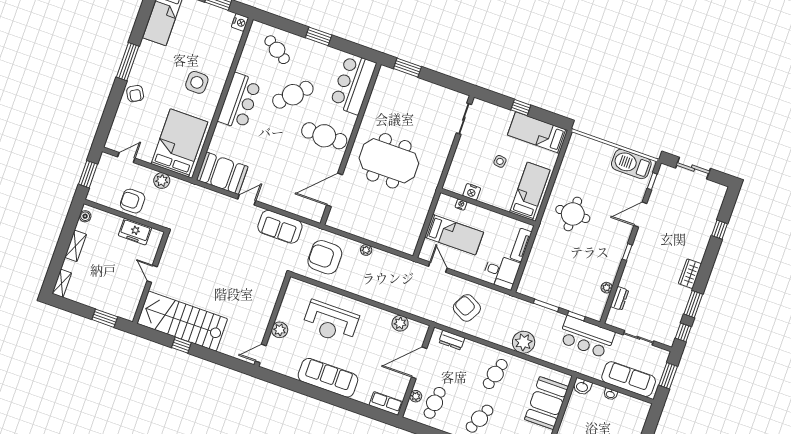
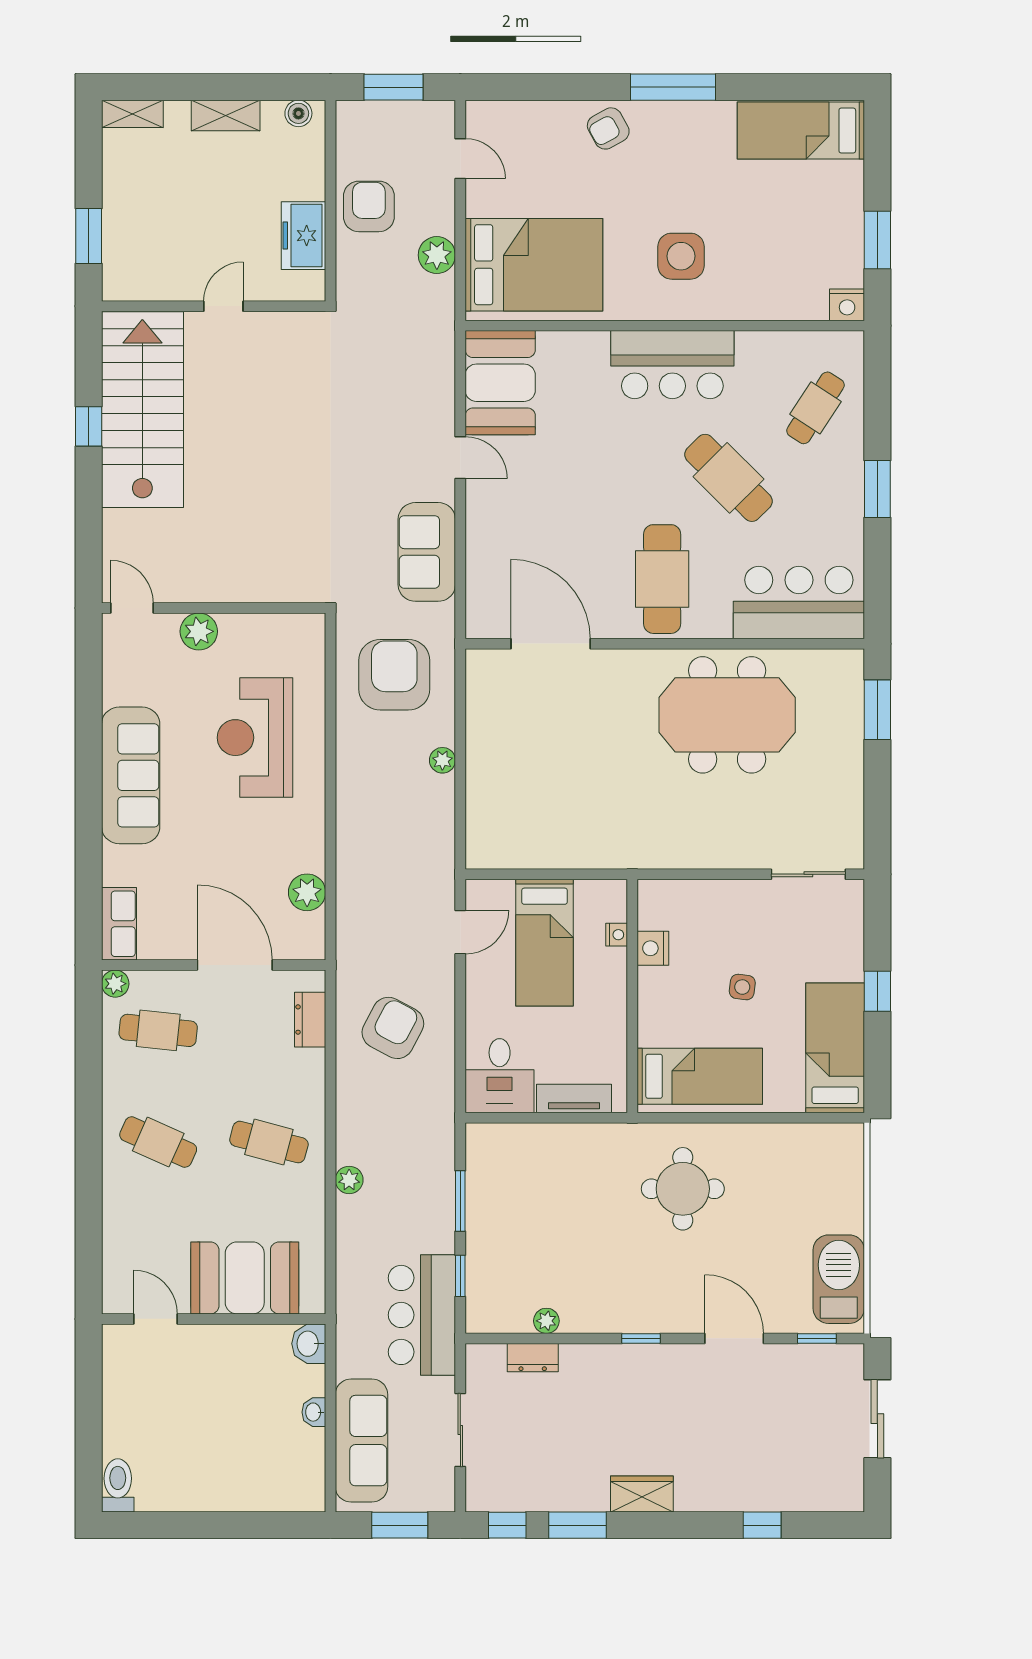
meeting table: (389, 161) -> (727, 715), moved, turned 90
plant: (524, 342) -> (349, 1180), width x0.53, depth x0.53
plant: (416, 396) -> (115, 984), moved

